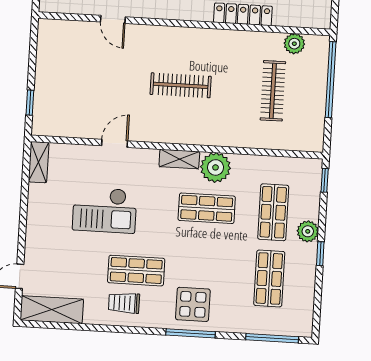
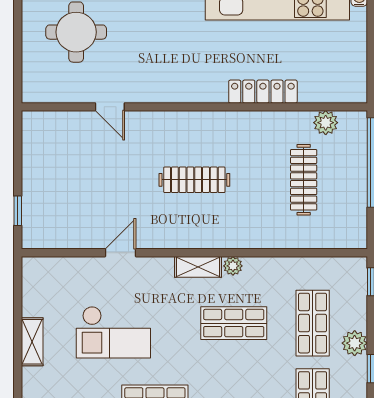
shelving: (39, 162) -> (32, 342), moved
plant: (216, 167) -> (233, 266), width x0.53, depth x0.53

